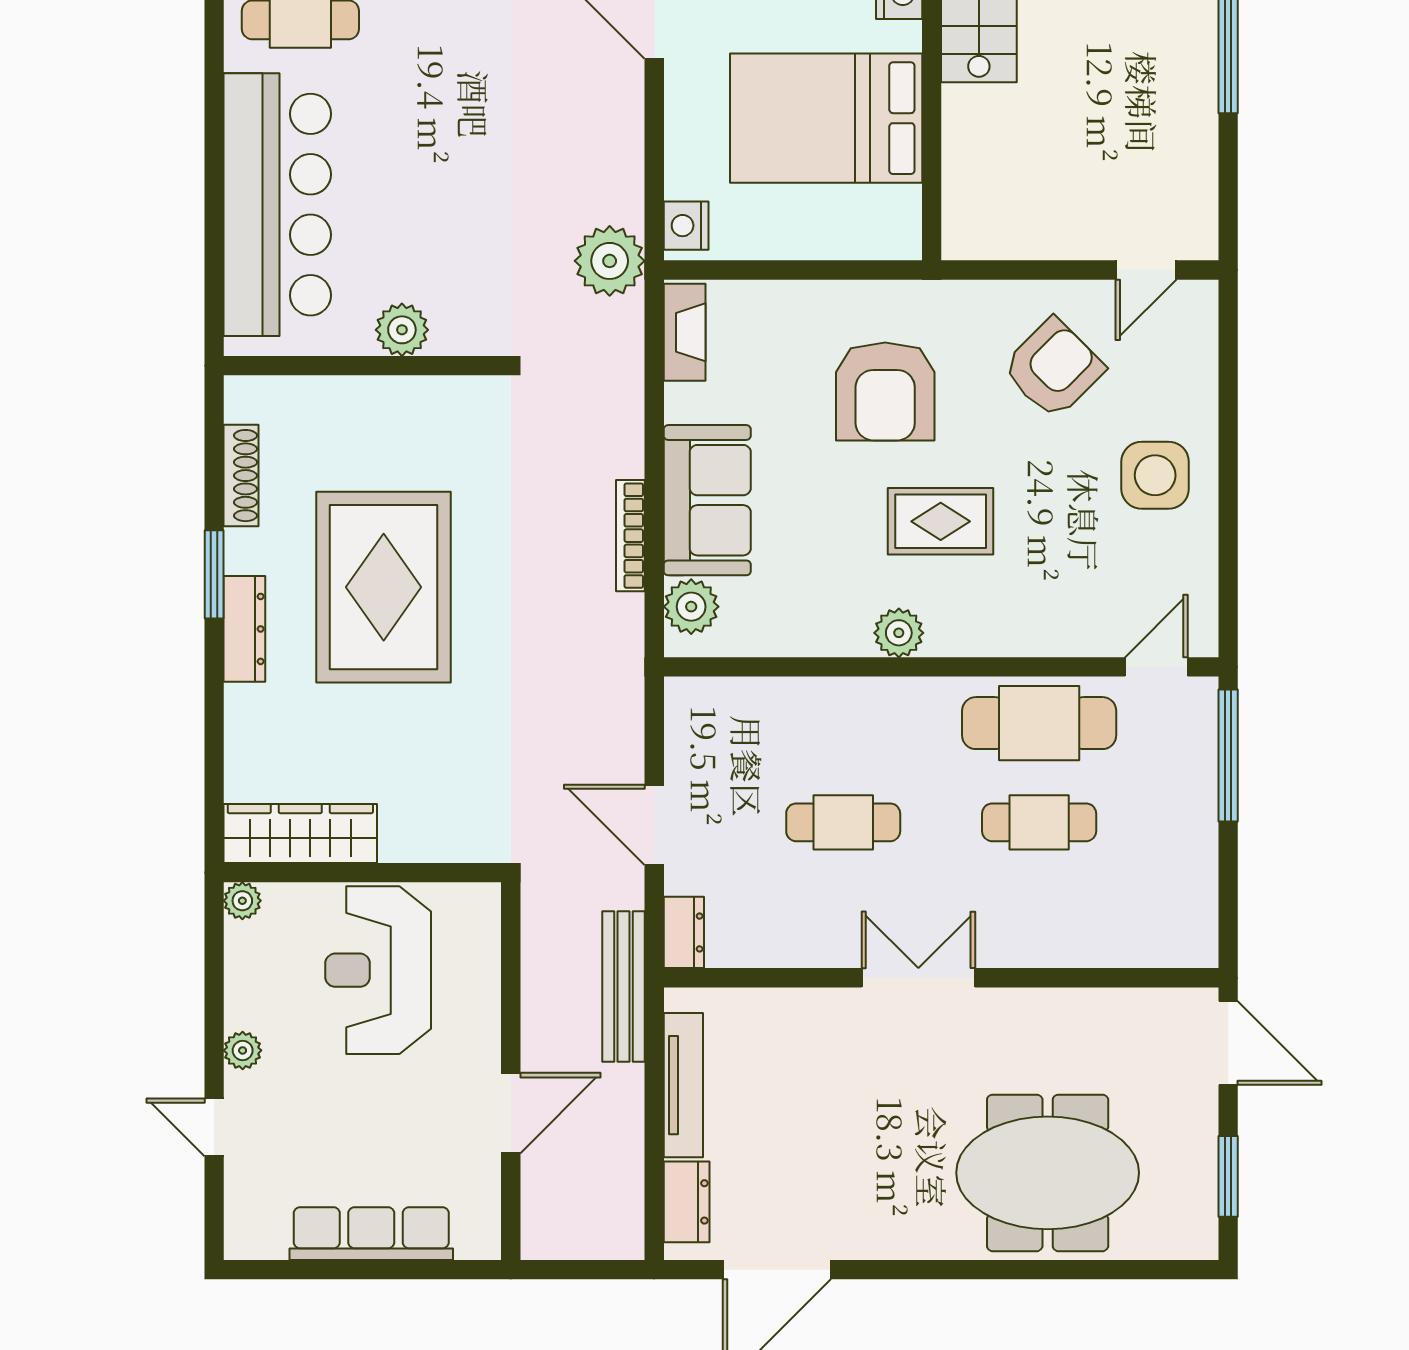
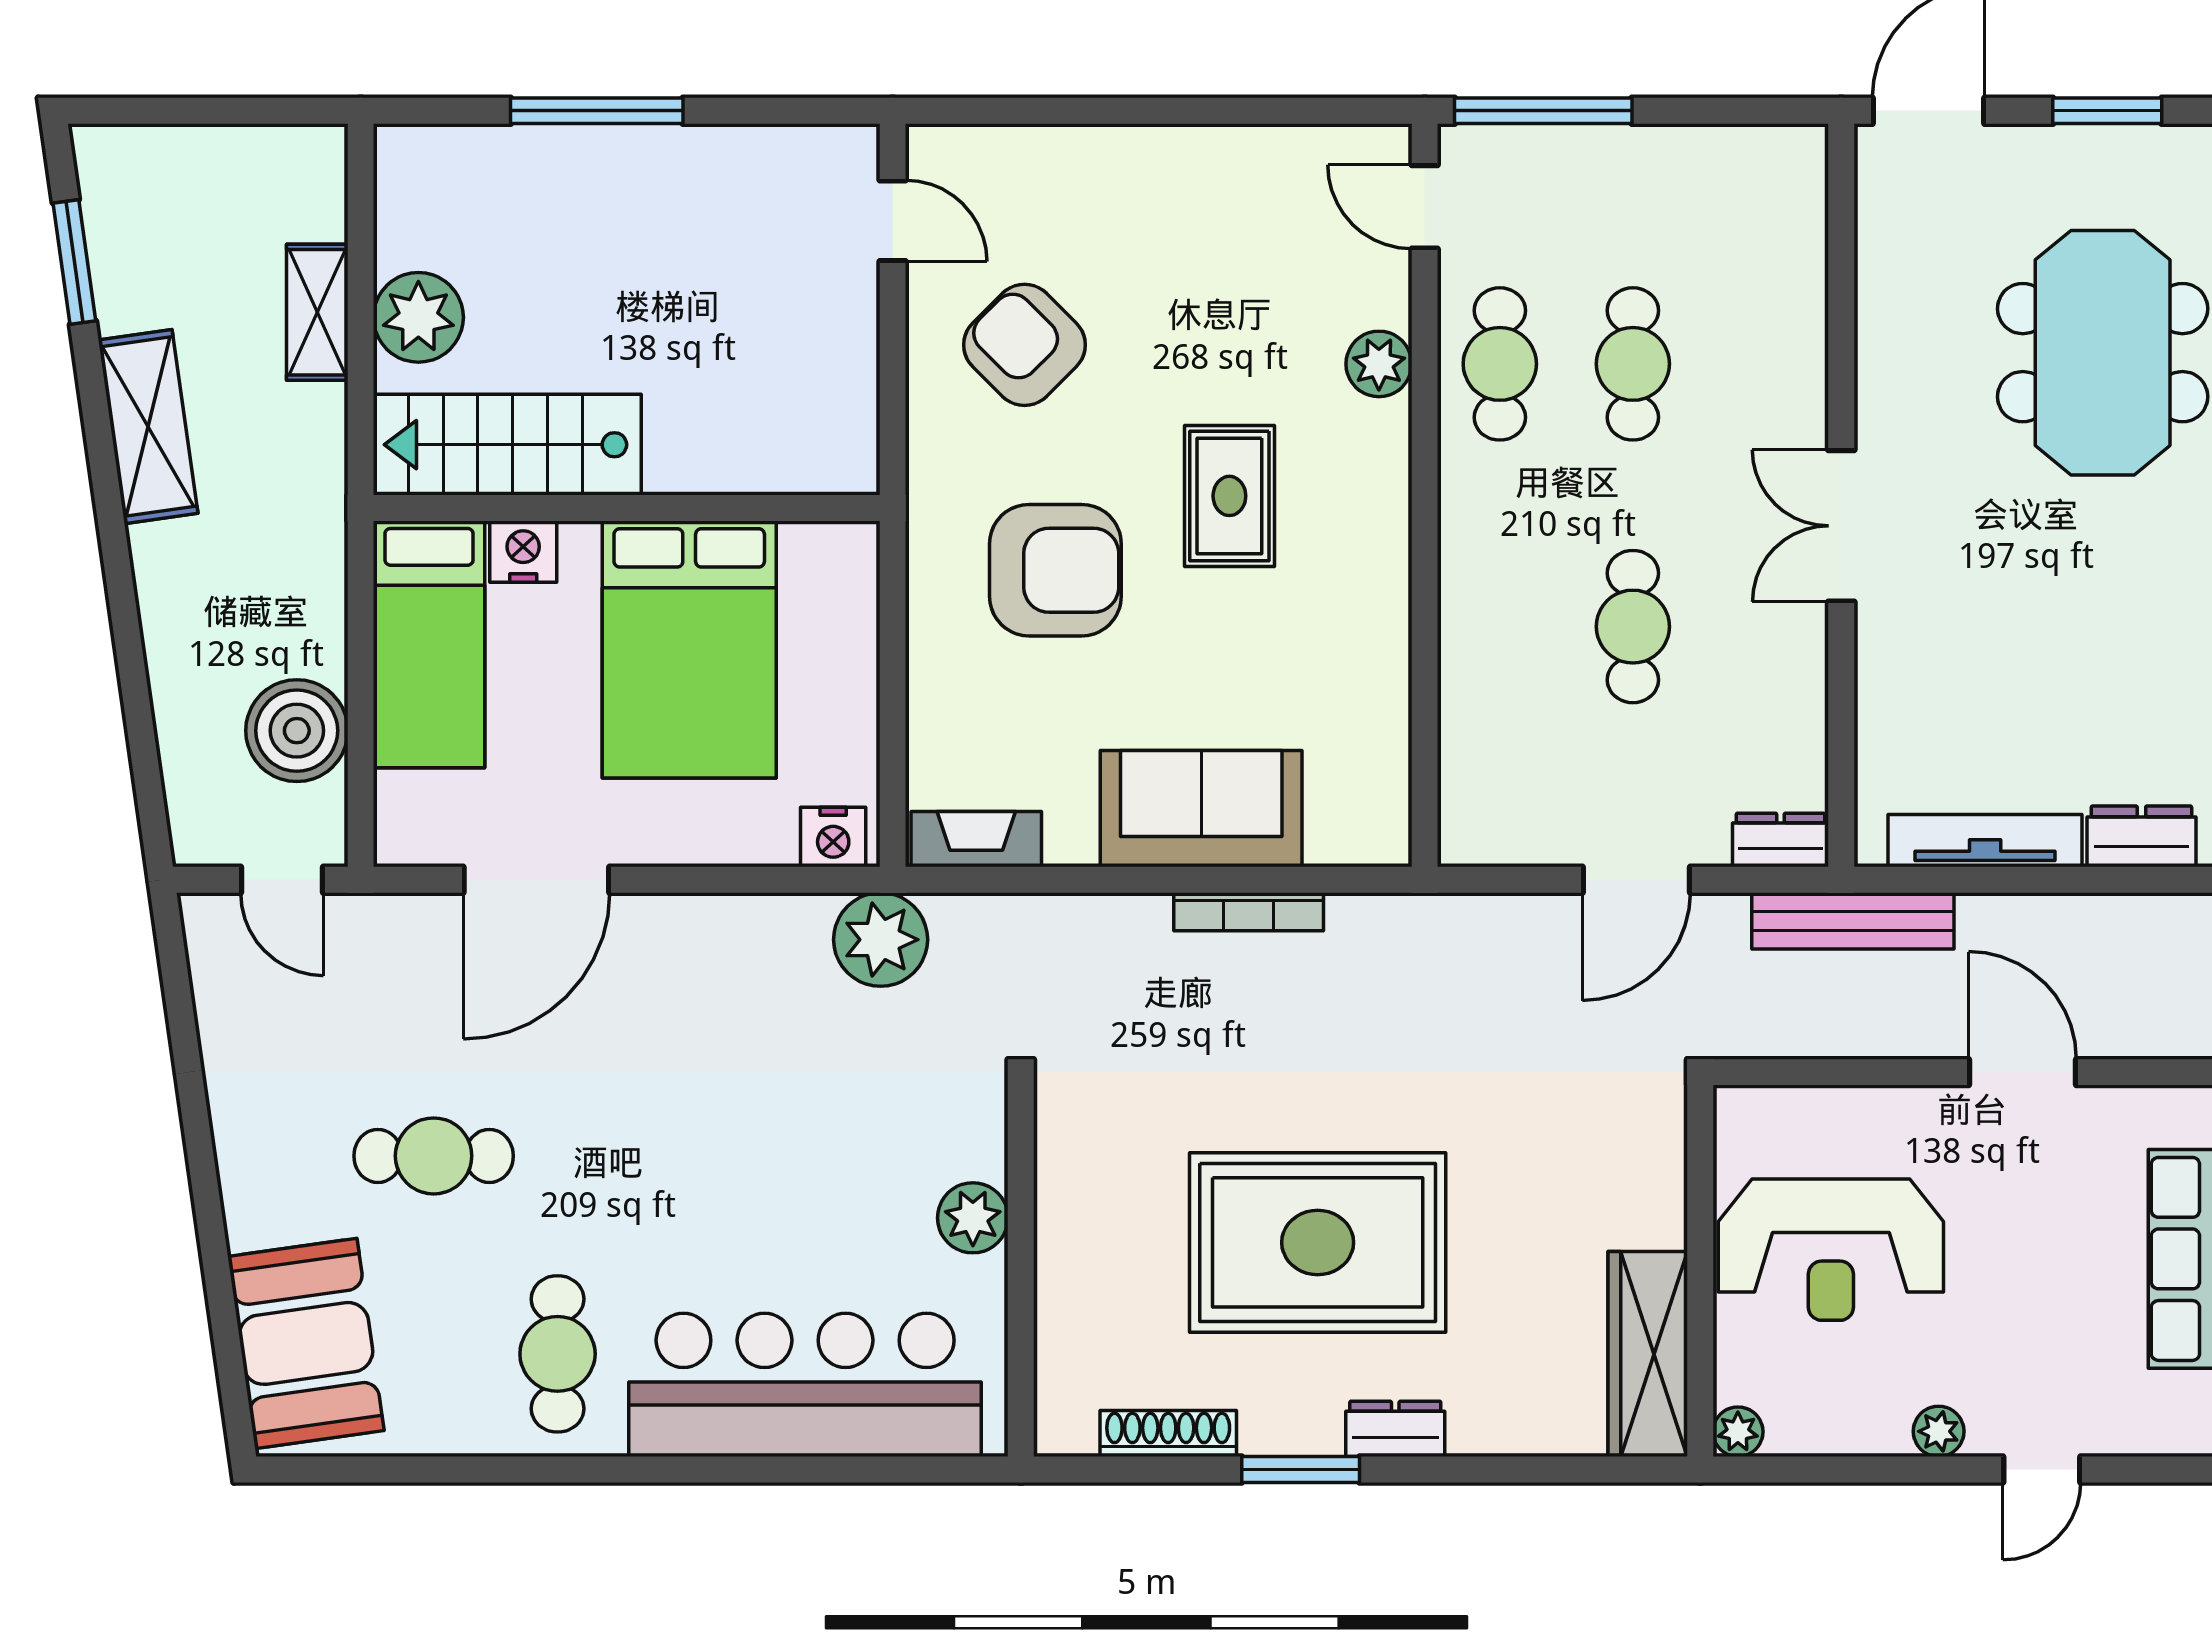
side table: (1155, 475) -> (1168, 209), removed
plant: (691, 607) -> (1344, 830), removed
dresser: (244, 629) -> (1395, 1429), width x0.70
plant: (899, 633) -> (1379, 364), moved
cafe table: (1039, 723) -> (1500, 364), width x0.73, depth x0.74

